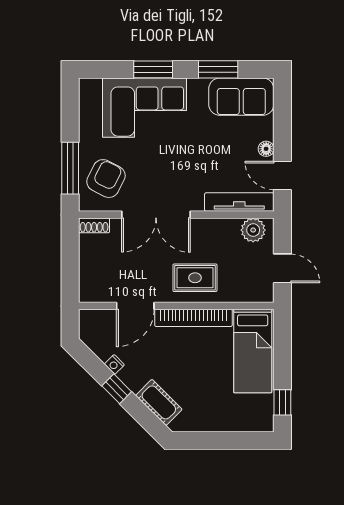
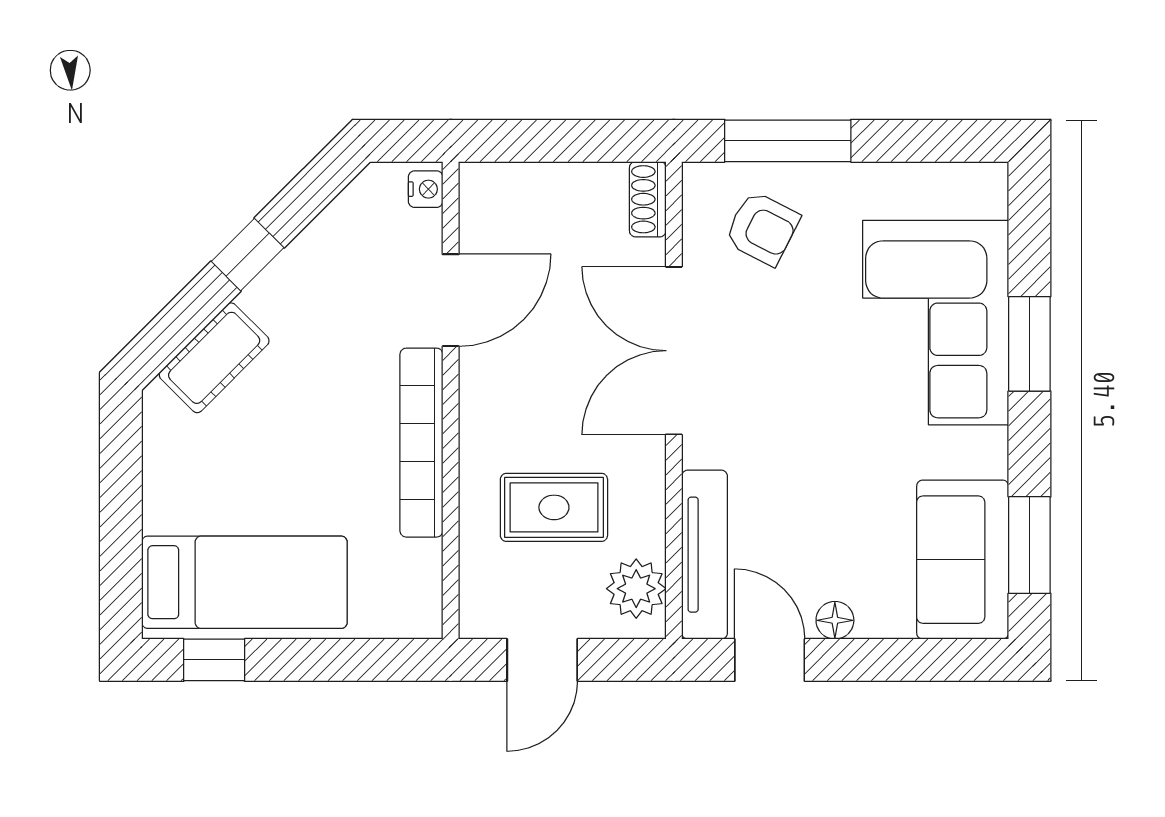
window: (218, 69) -> (1029, 545), moved
door: (282, 175) -> (770, 660), hinge flipped
armchair: (106, 179) -> (762, 228), width x0.72, depth x0.72
rug: (195, 278) -> (554, 507), moved, turned 90
door: (135, 306) -> (451, 300), swing flipped
bed: (253, 351) -> (244, 582), moved, turned 180
nightstand: (114, 364) -> (426, 189), moved, turned 135

